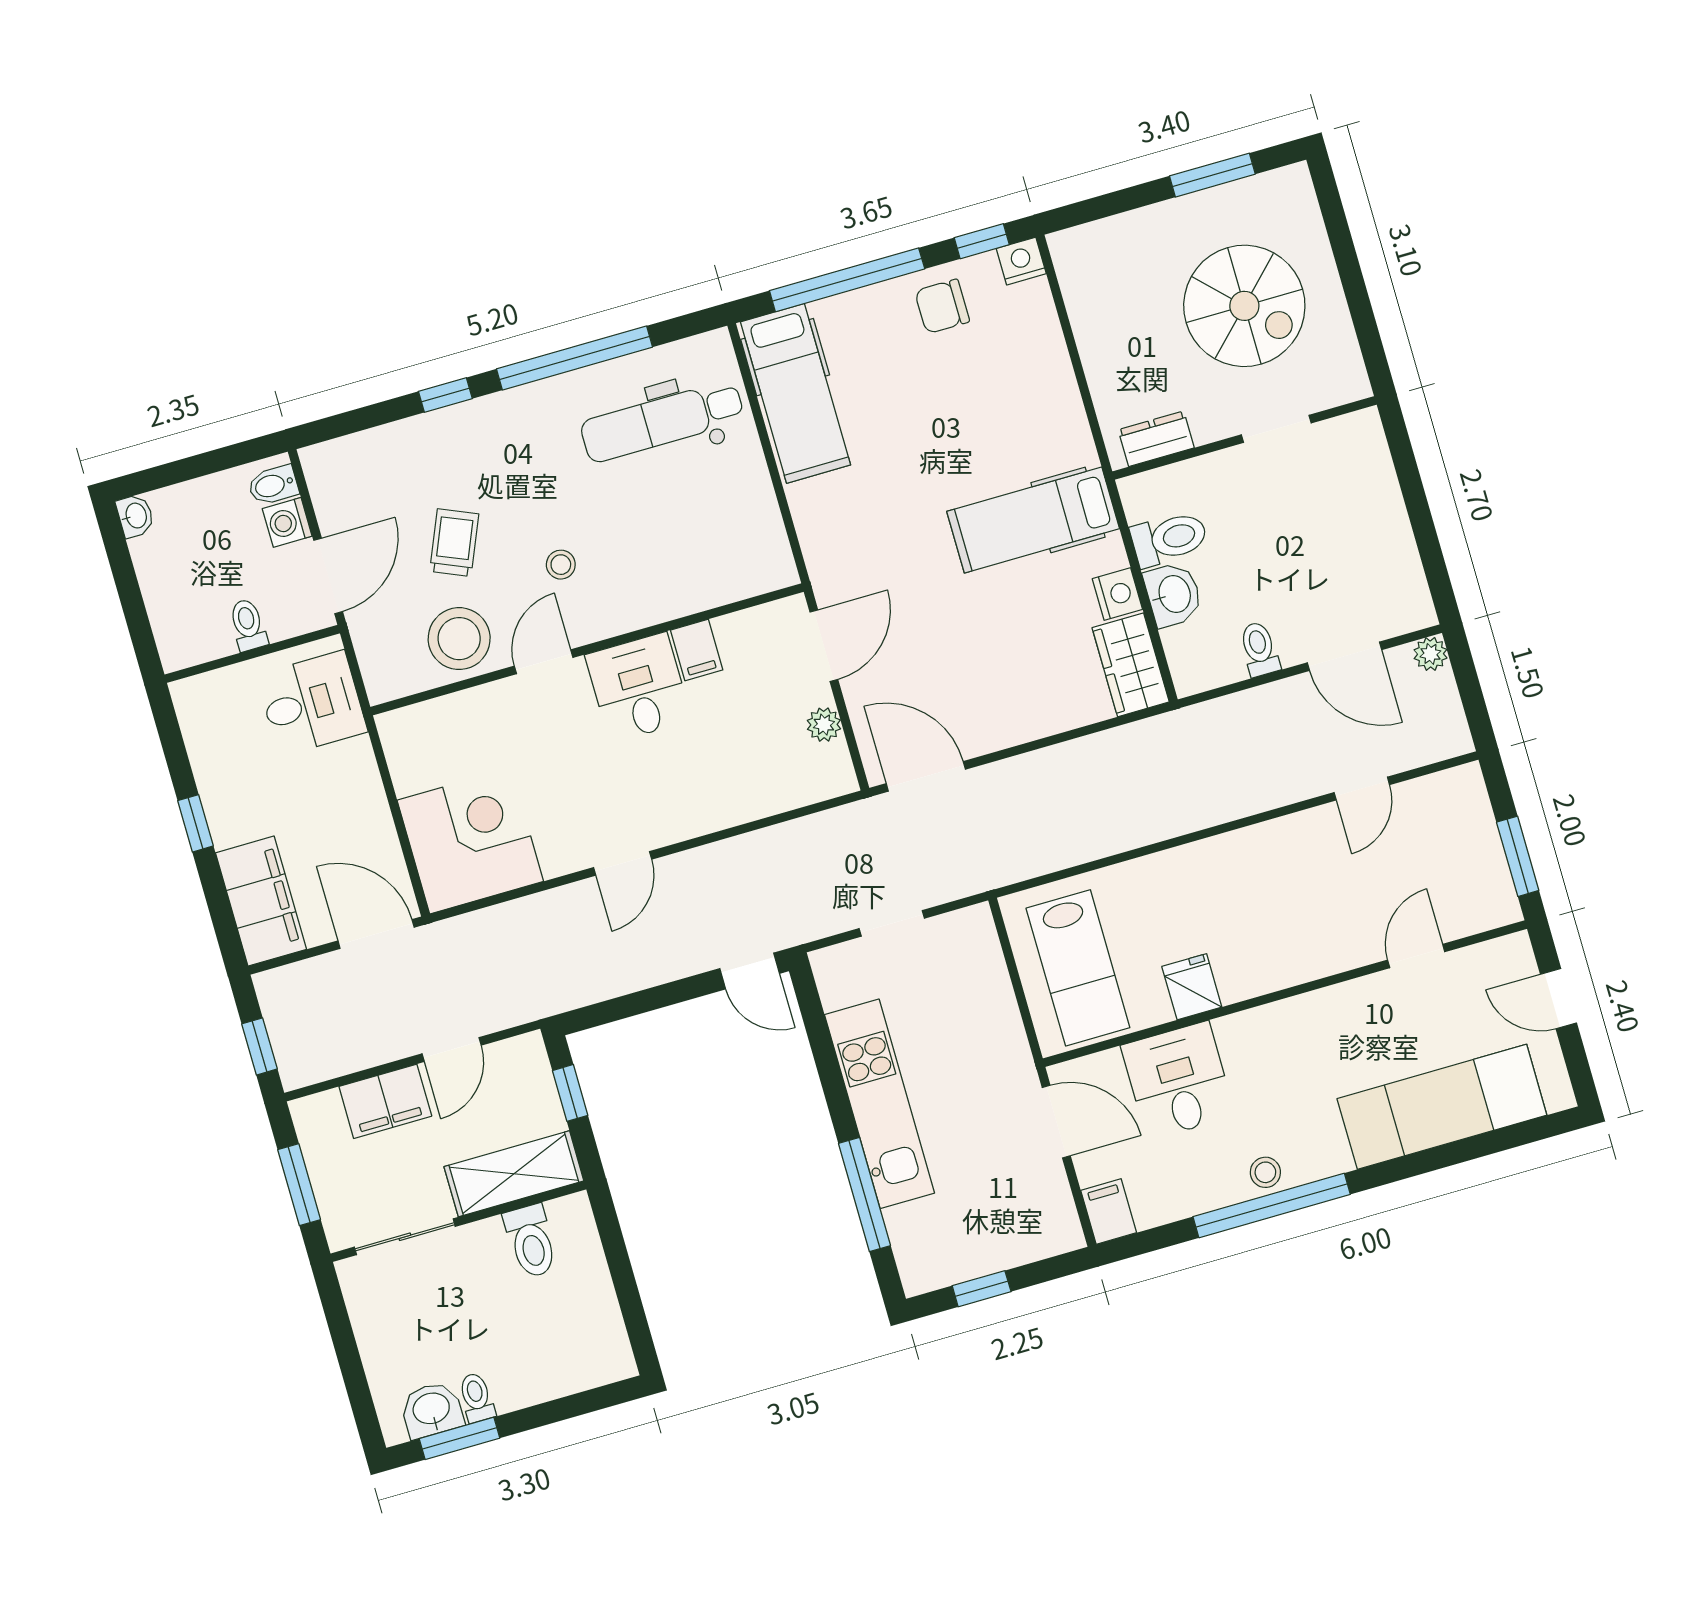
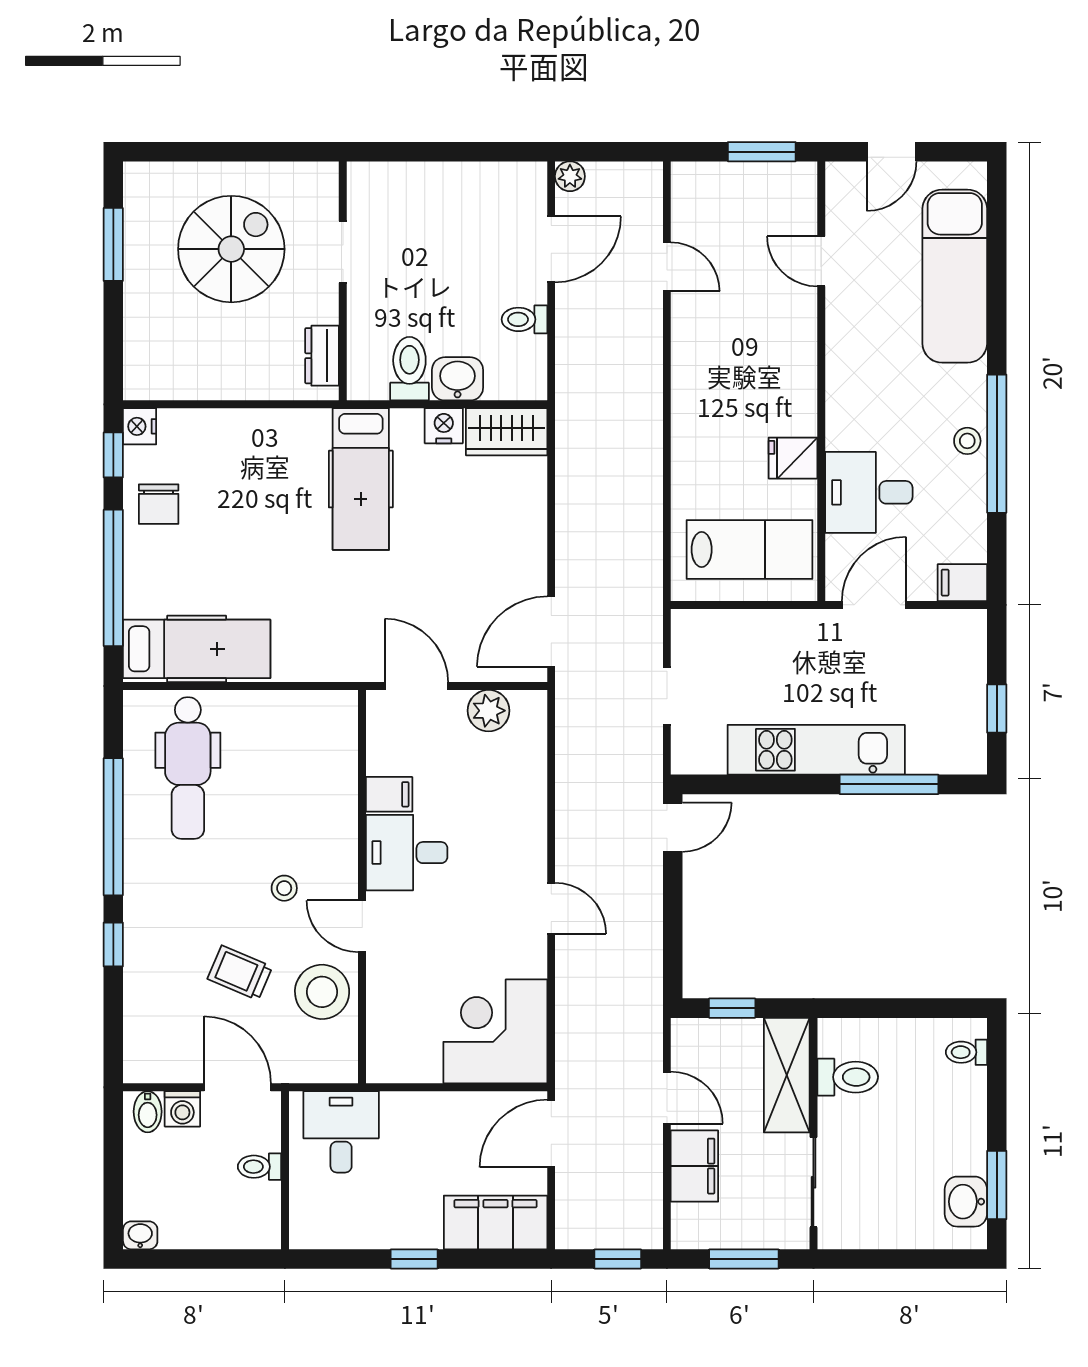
plant: (824, 725) -> (489, 711), width x1.38, depth x1.38
toilet: (477, 1398) -> (966, 1052), moved

